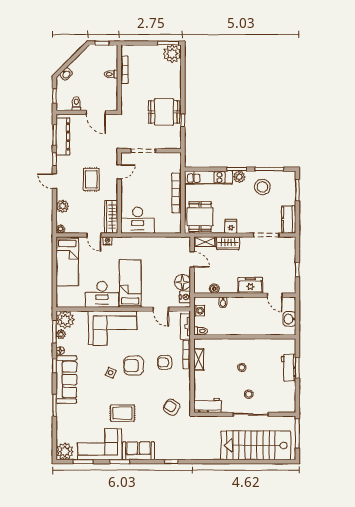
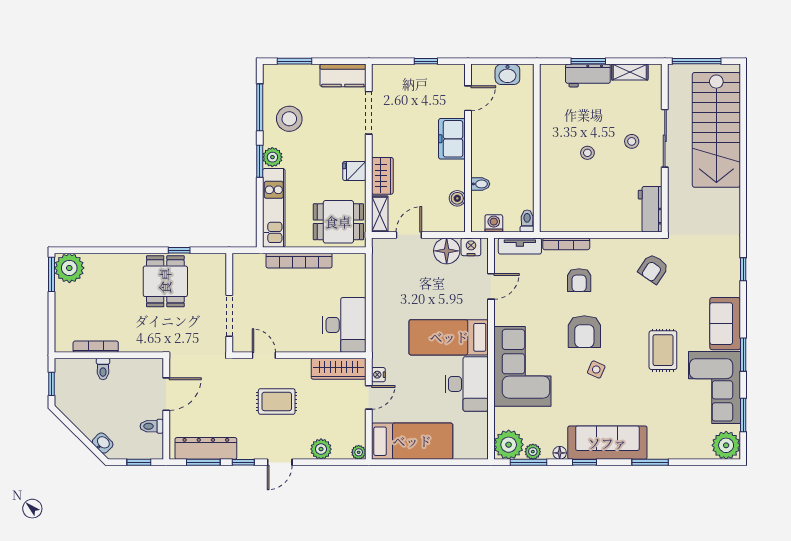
shelving: (199, 359) -> (630, 72), moved

